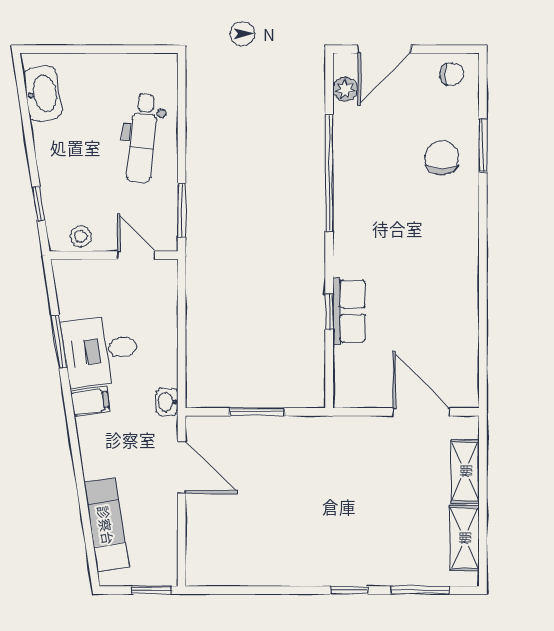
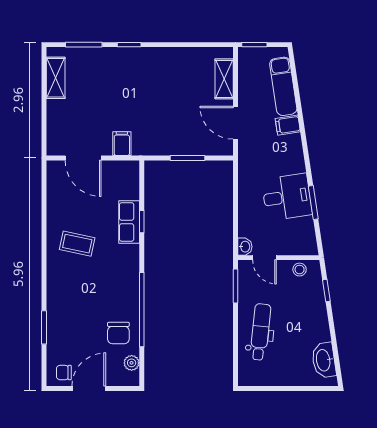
door: (384, 49) -> (89, 389), moved
chair: (442, 158) -> (118, 333), moved
coffee table: (431, 277) -> (77, 244), added
filing cabinet: (90, 402) -> (288, 125), moved
washbasin: (167, 402) -> (245, 247), moved
filing cabinet: (360, 434) -> (122, 144), added
shelving: (465, 471) -> (224, 79), moved

